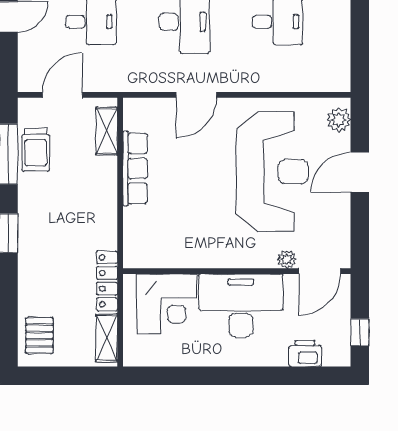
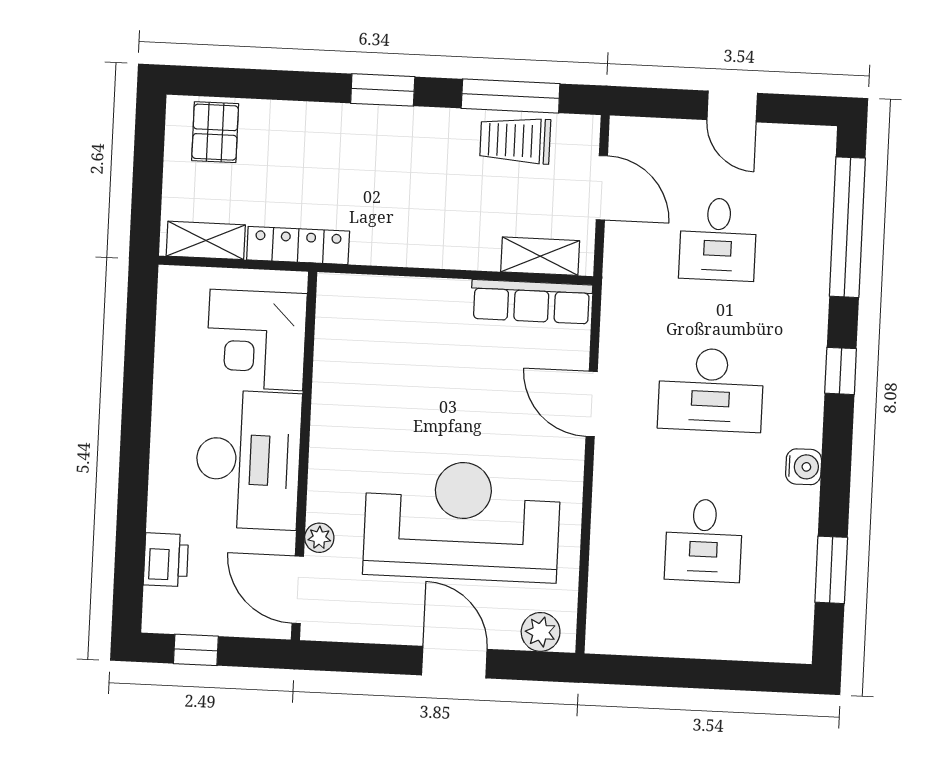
row of seats: (135, 168) -> (532, 302), moved
reception desk: (272, 172) -> (462, 521), turned 180
pallet: (39, 335) -> (215, 132), turned 90

